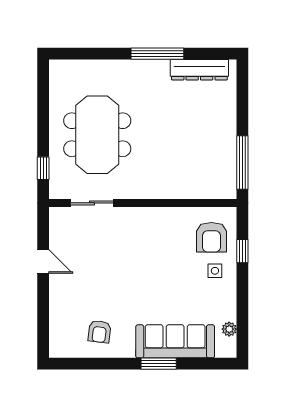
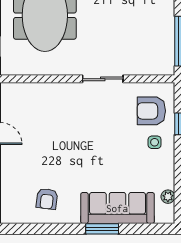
sliding door: (92, 203) -> (103, 79), moved
armchair: (211, 237) -> (151, 111), turned 90

